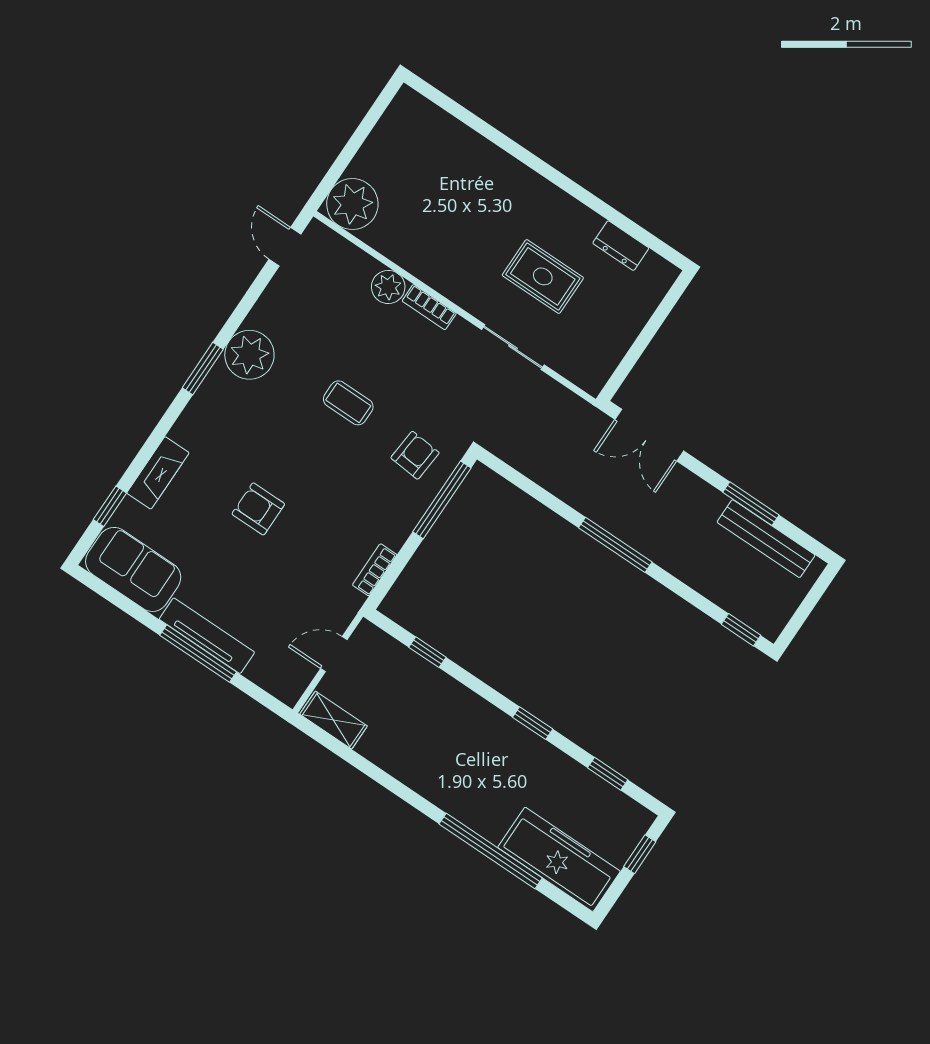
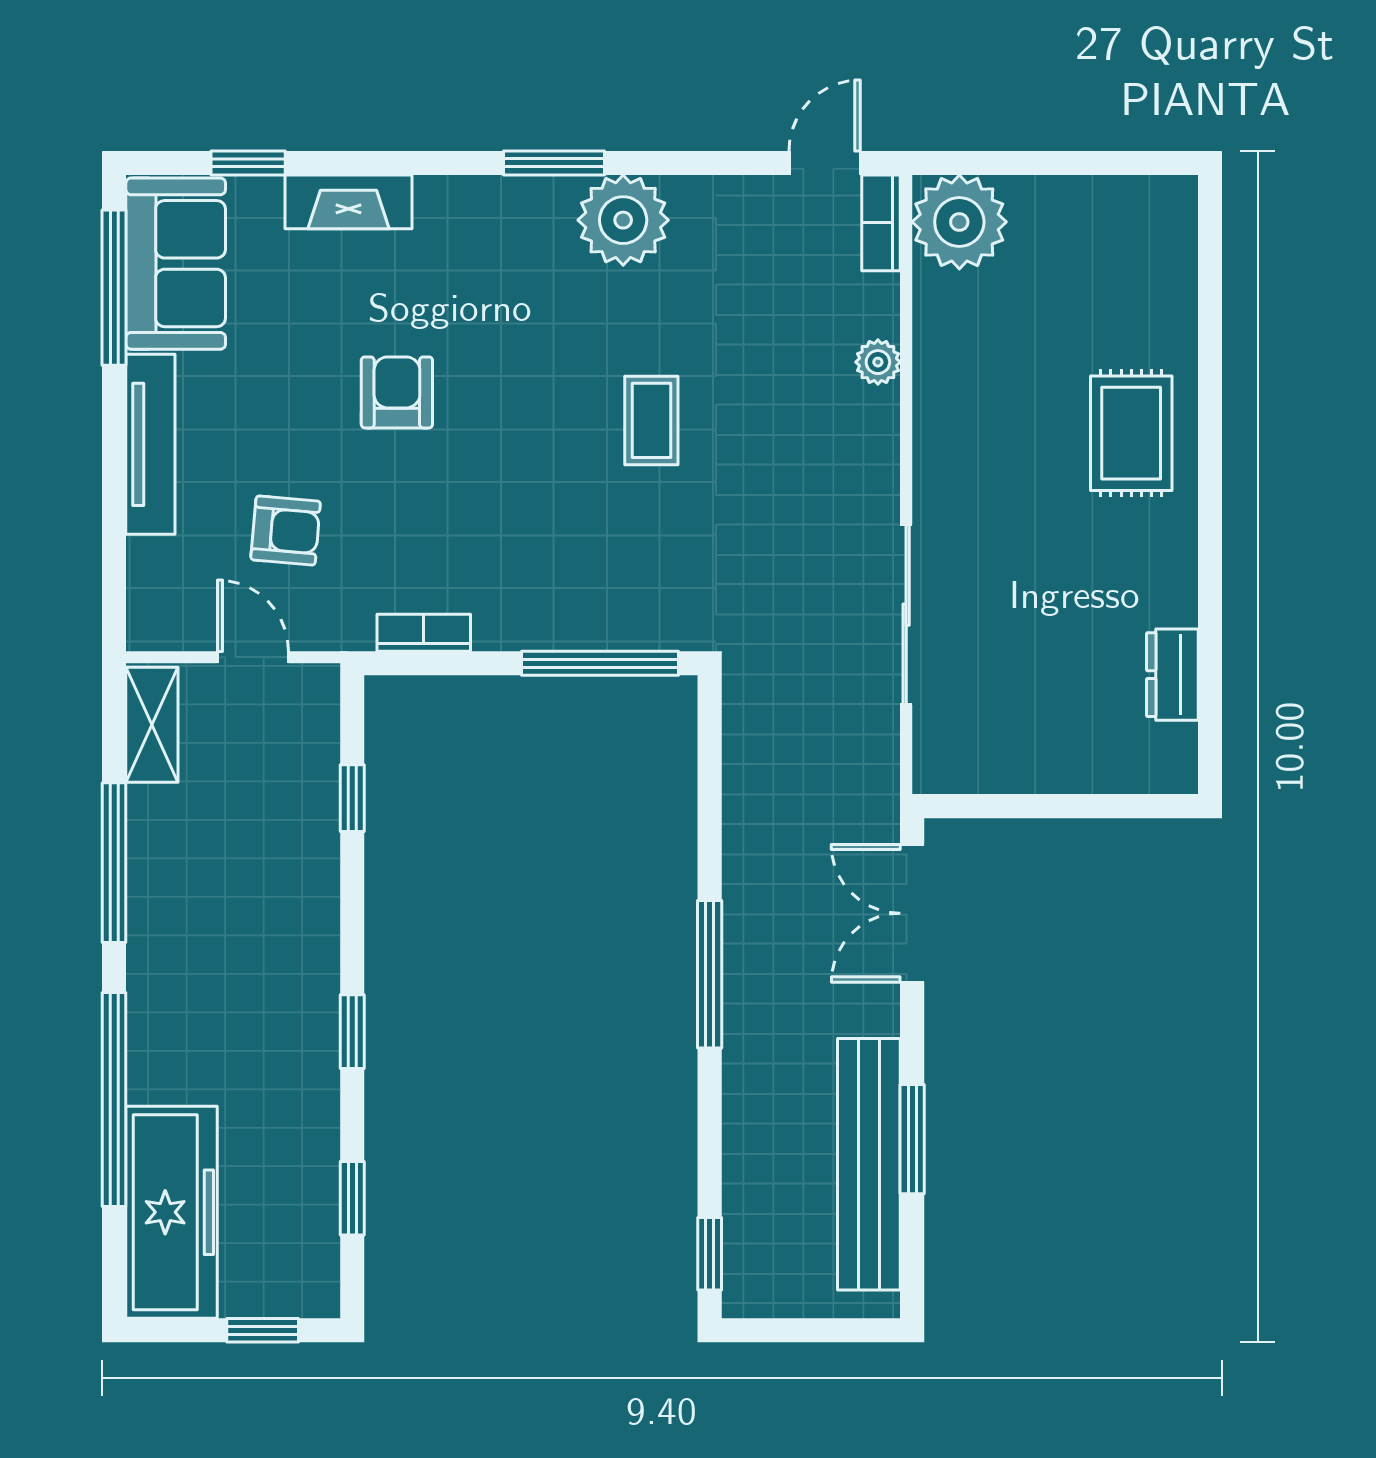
rug: (543, 276) -> (1131, 433), moved
plant: (388, 287) -> (878, 362), width x0.73, depth x0.73
bookcase: (429, 307) -> (881, 223), moved
sliding door: (513, 347) -> (906, 615), width x1.37
armchair: (415, 455) -> (286, 531), moved
bench: (766, 539) -> (869, 1164), width x1.37, depth x1.21
window: (198, 654) -> (114, 288), moved
window: (384, 779) -> (114, 863), added

